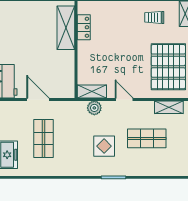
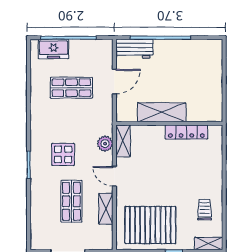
locker: (84, 27) -> (186, 132), width x1.53
shelving: (66, 28) -> (162, 112), moved
door: (124, 99) -> (114, 176), swing flipped
shelving: (169, 107) -> (106, 209), moved

